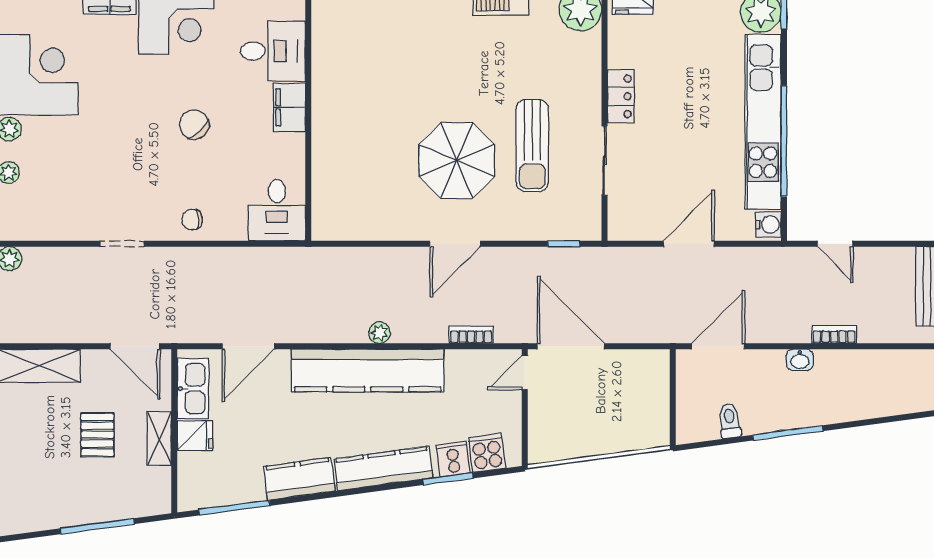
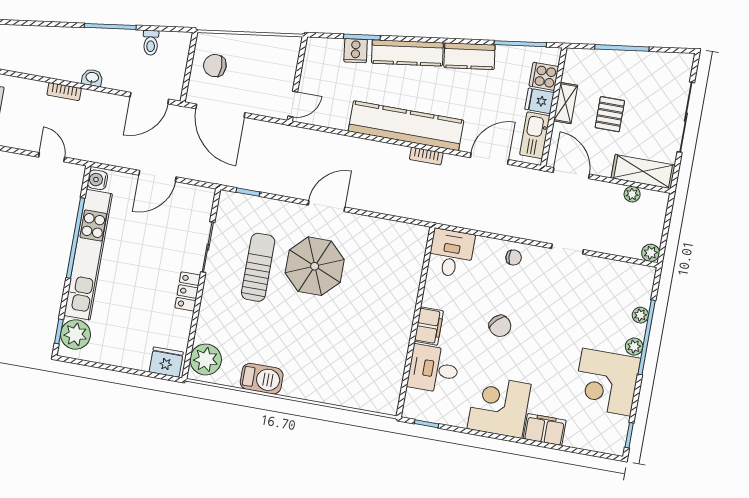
plant: (380, 333) -> (632, 194), moved
bookcase: (471, 335) -> (426, 156), moved
door: (571, 346) -> (220, 111), moved
chair: (638, 406) -> (215, 66), added
cooker: (487, 453) -> (544, 76), moved, turned 98

